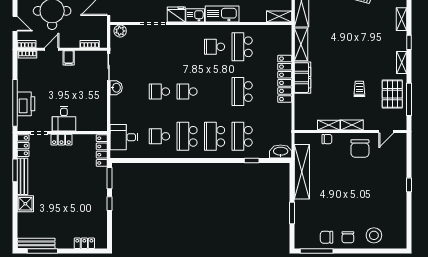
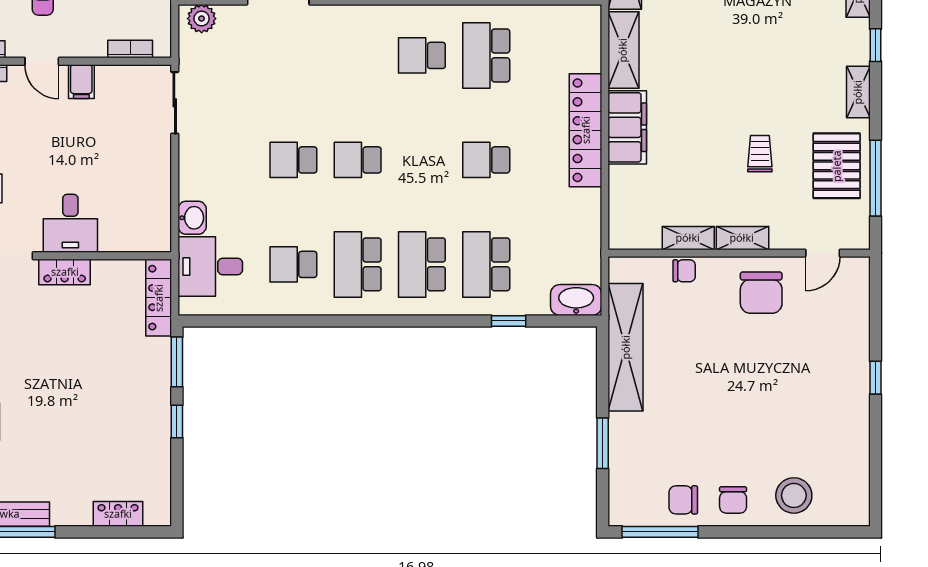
door: (52, 49) -> (42, 61), swing flipped
washbasin: (116, 88) -> (192, 218), moved
school desk: (242, 92) -> (486, 160), width x0.54

